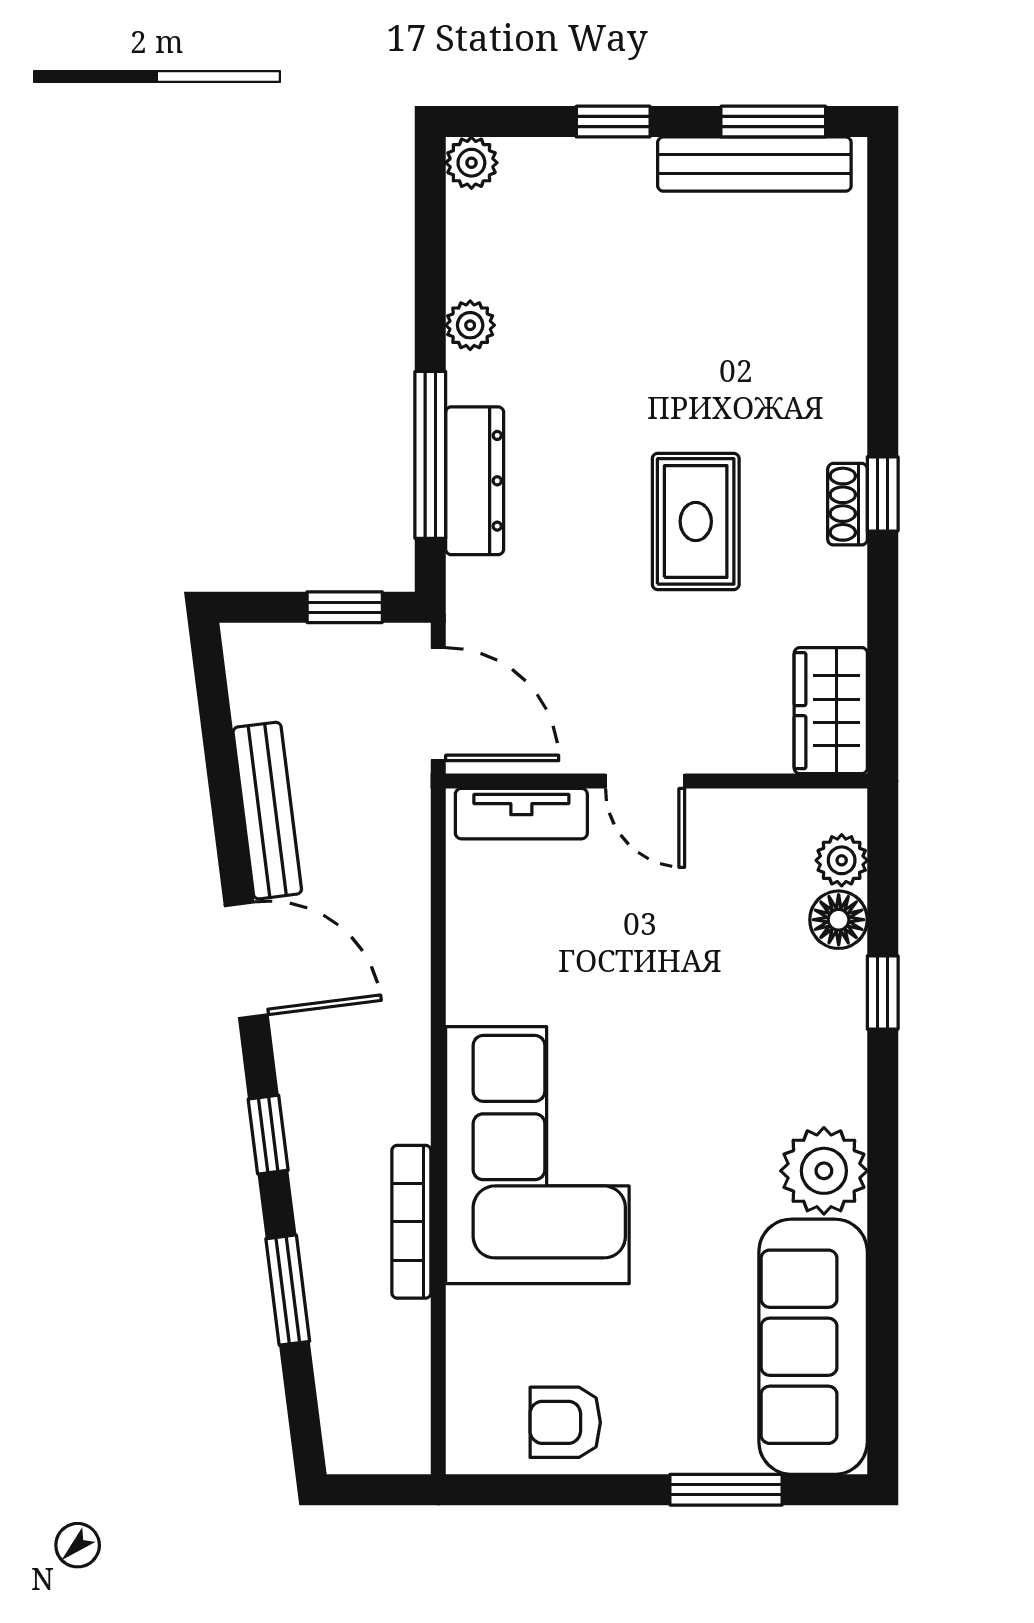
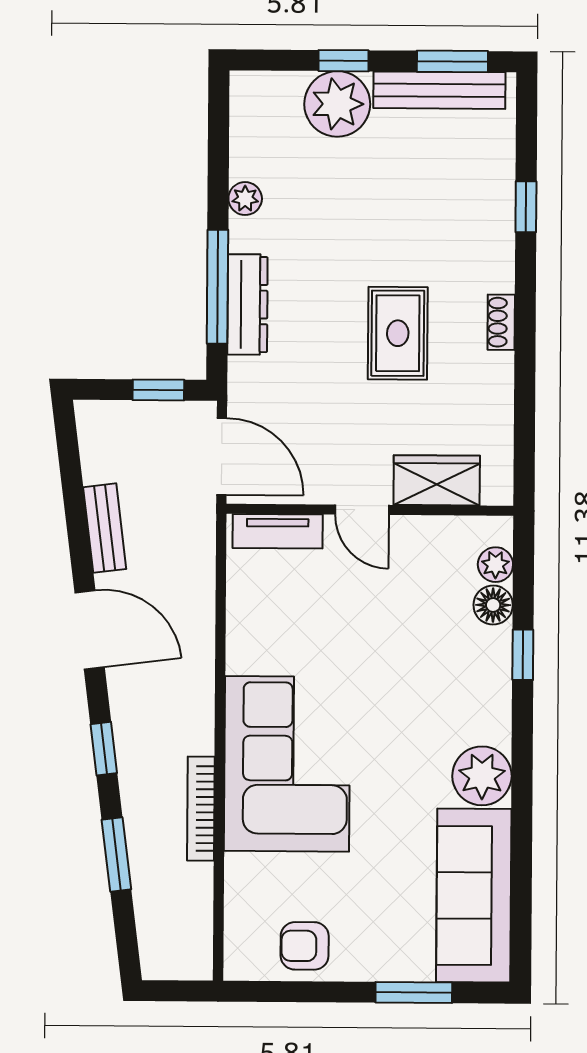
plant: (471, 163) -> (337, 104), moved, width x1.87, depth x1.87
window: (883, 494) -> (526, 207), moved
wardrobe: (831, 711) -> (437, 480), moved, turned 90
bench: (267, 811) -> (105, 528), width x0.73

